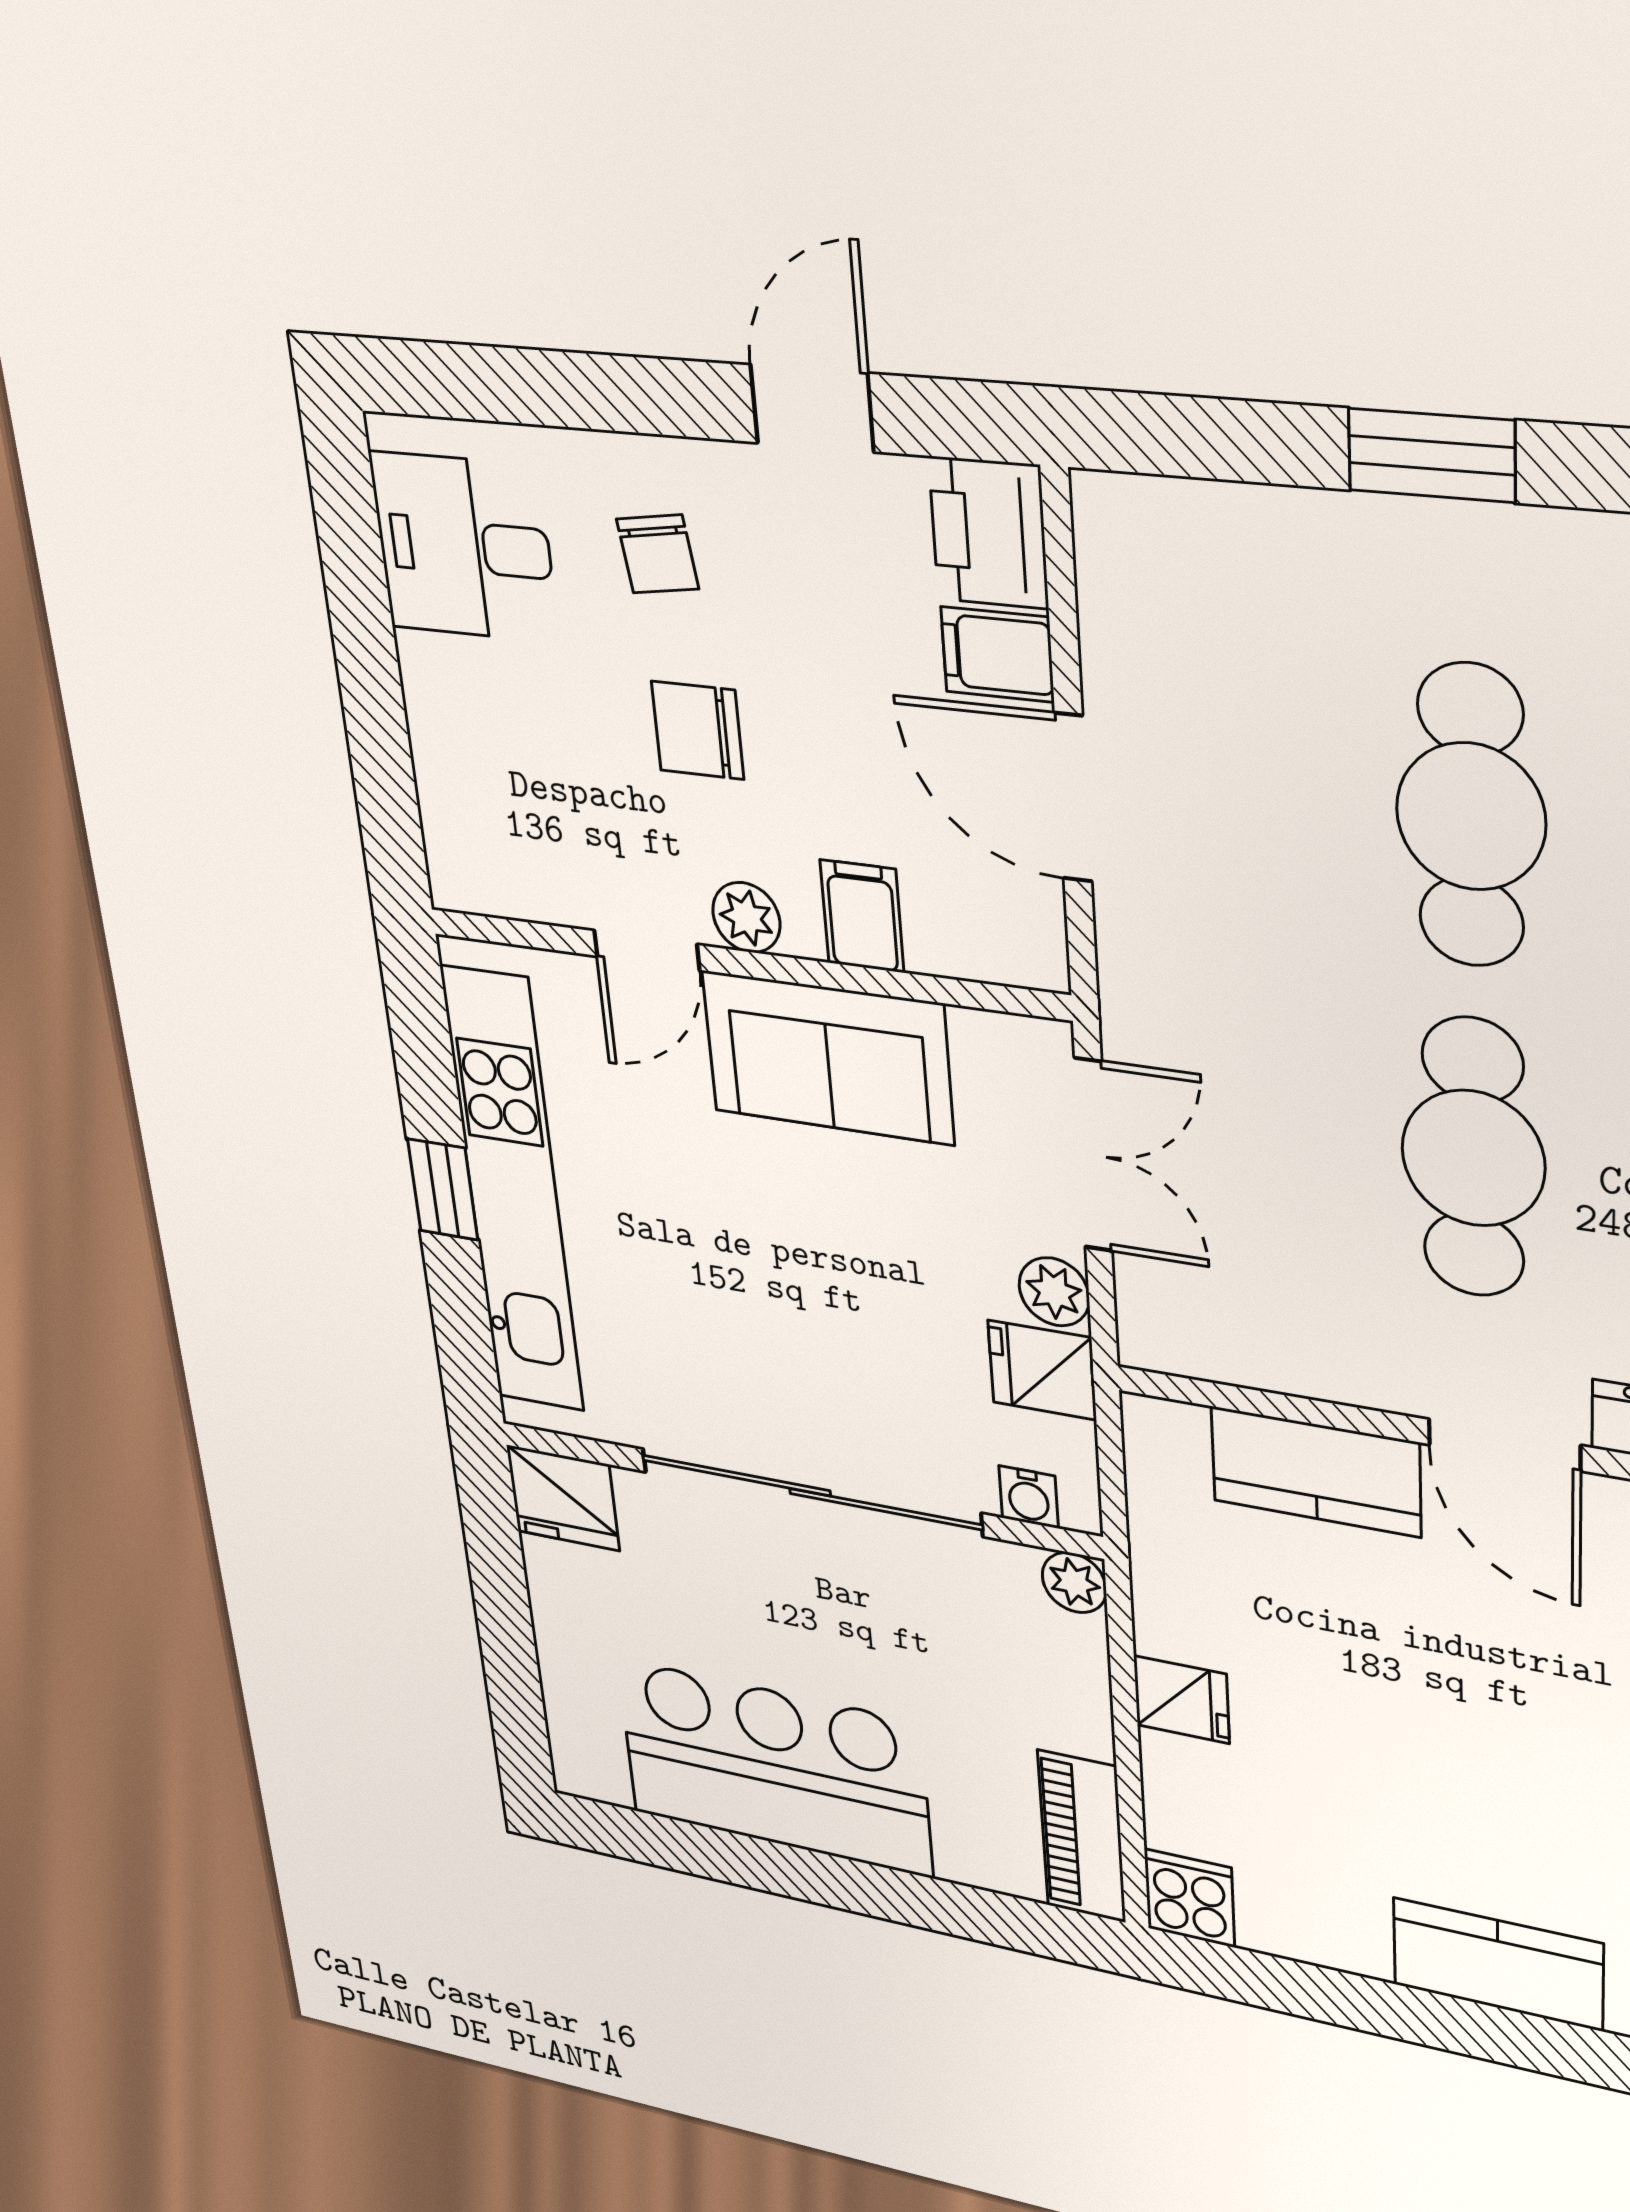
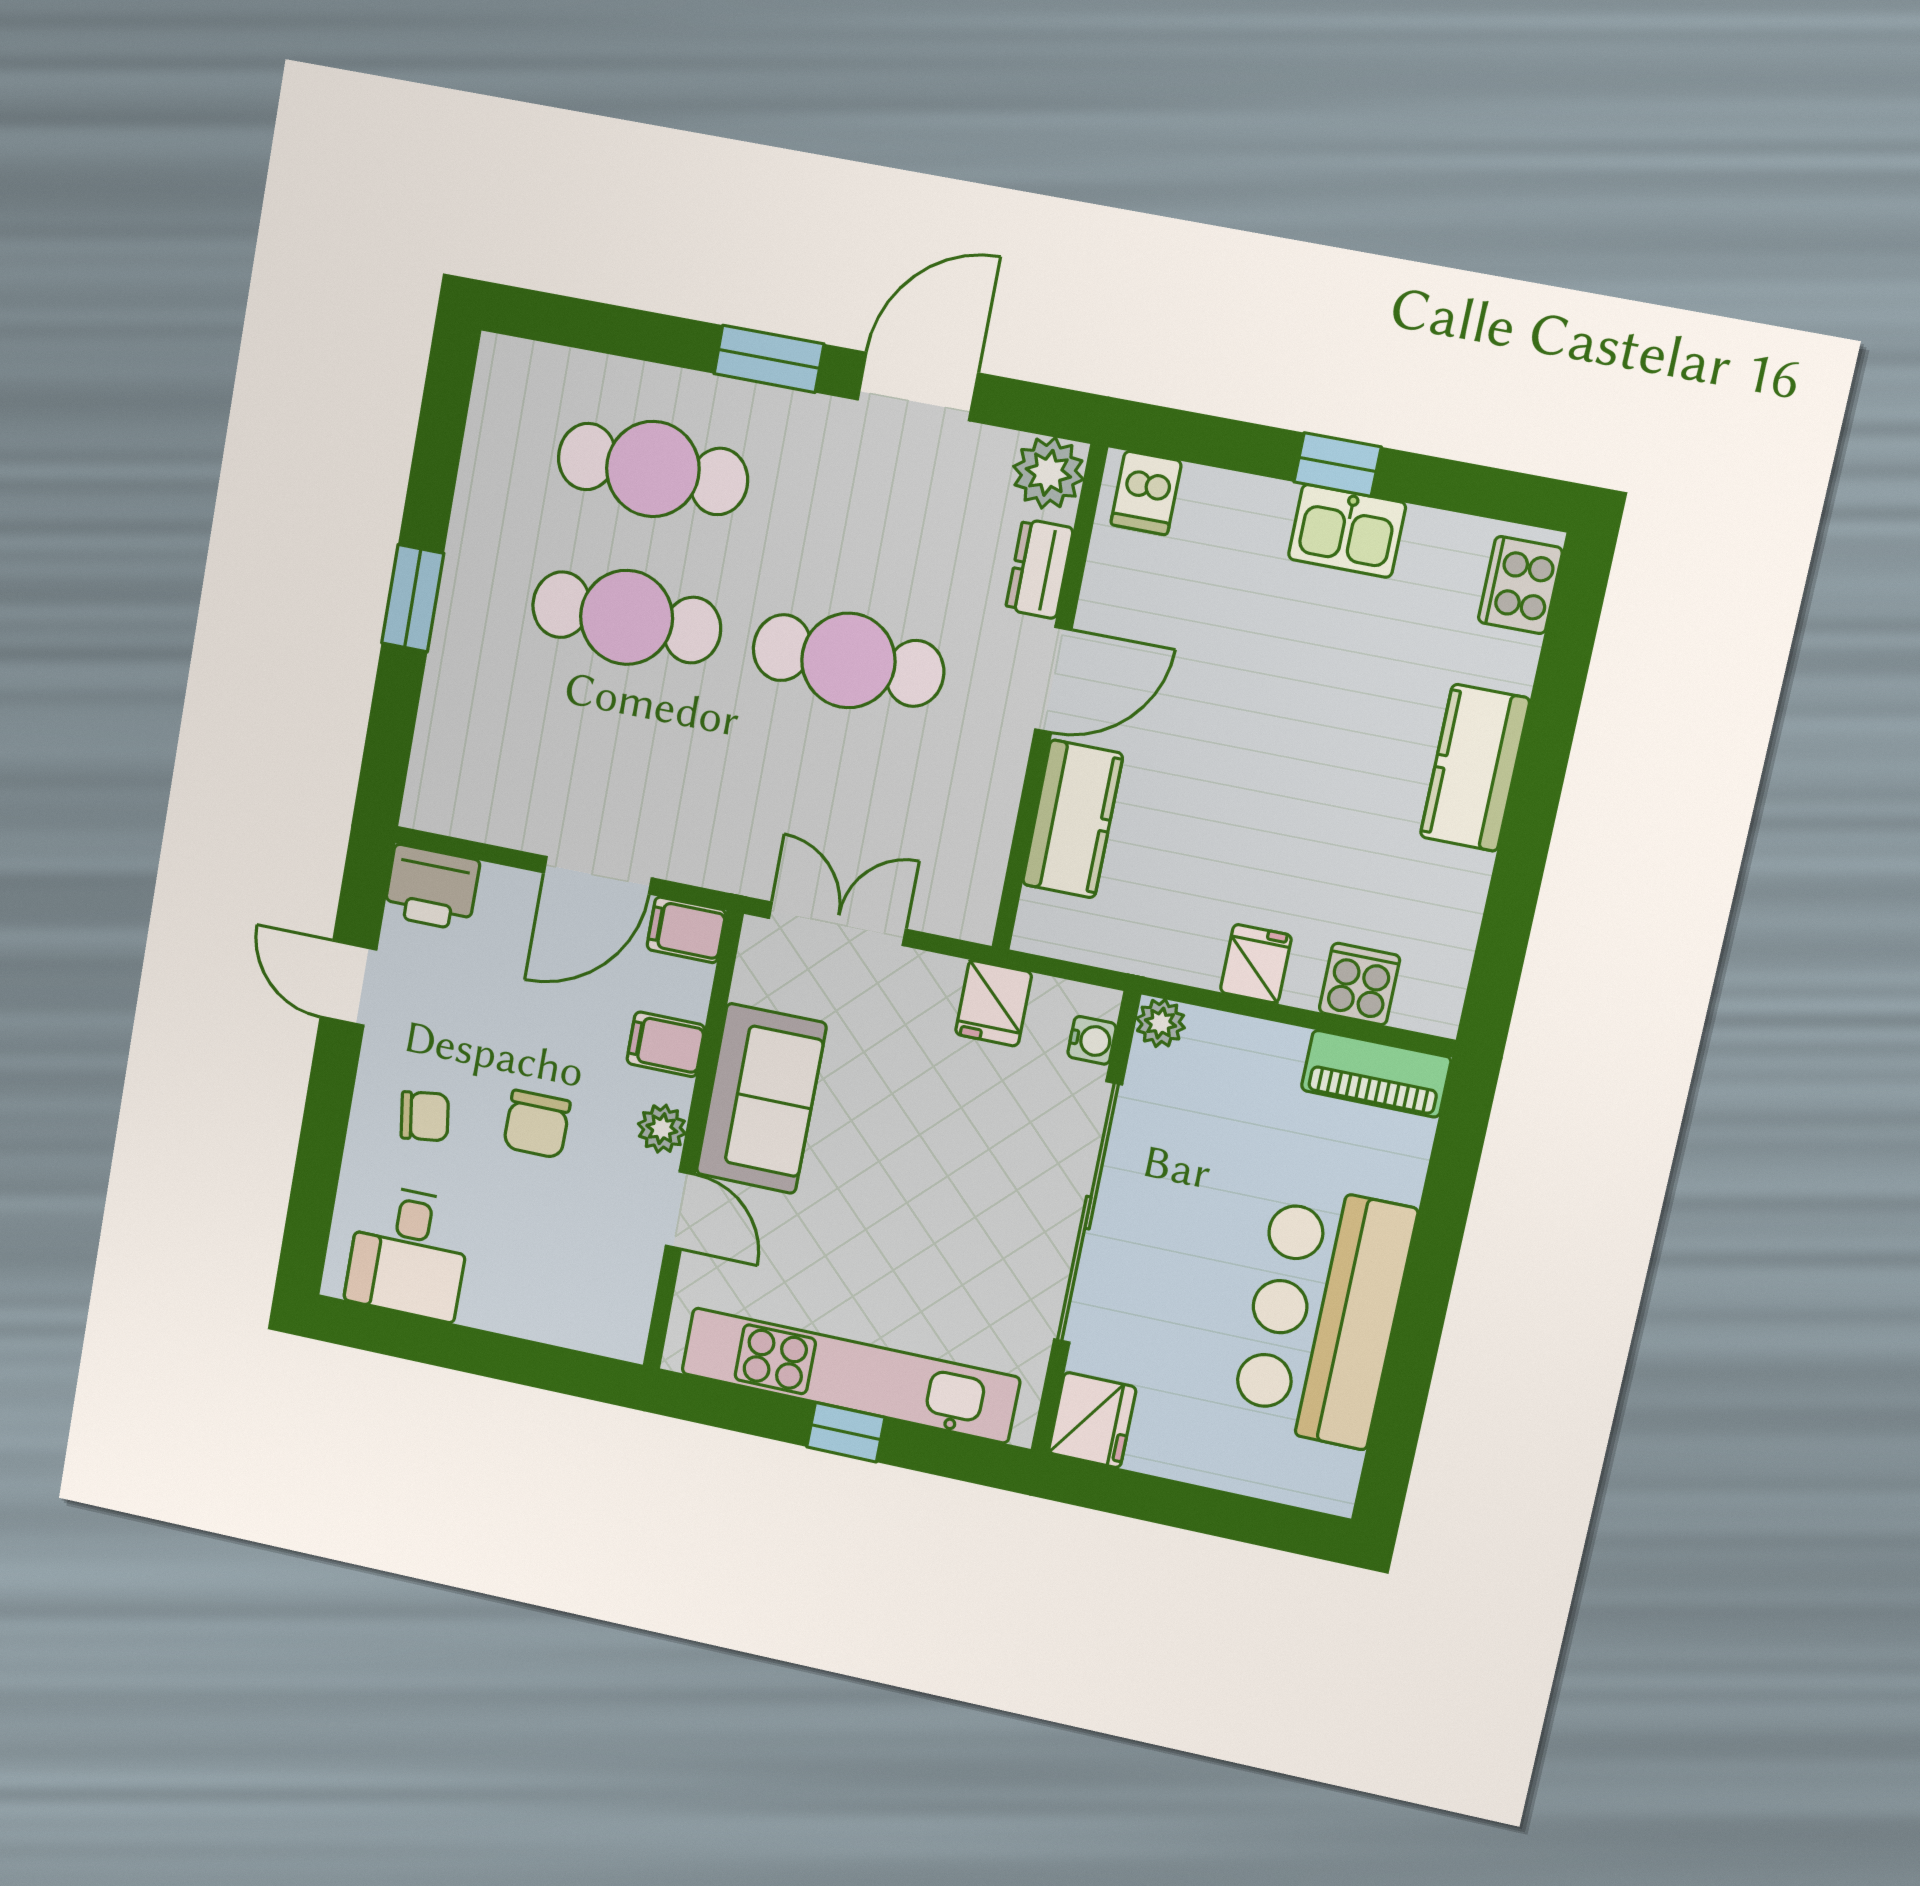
filing cabinet: (998, 654) -> (686, 930), moved, turned 90
plant: (1054, 1292) -> (935, 978), removed
cooker: (1190, 1898) -> (1359, 984), moved, turned 90

